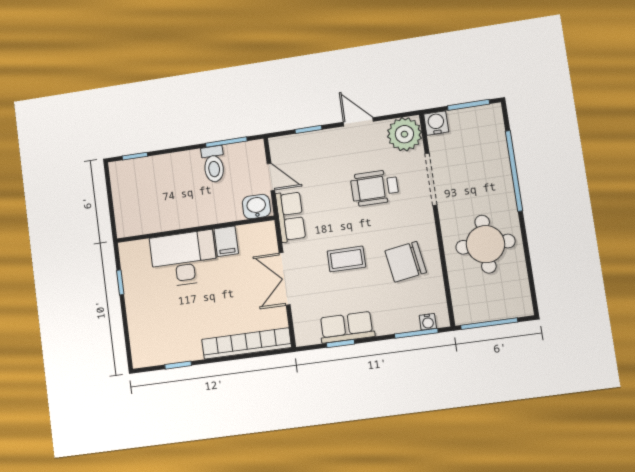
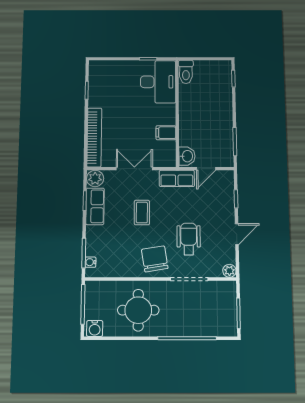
water cooler: (436, 123) -> (95, 328), moved, turned 90
plant: (404, 134) -> (229, 271), width x0.53, depth x0.53
toilet: (214, 164) -> (186, 72), moved, turned -90
desk: (184, 259) -> (158, 82), moved
chair: (406, 262) -> (155, 259), moved
plant: (306, 333) -> (95, 178), added

